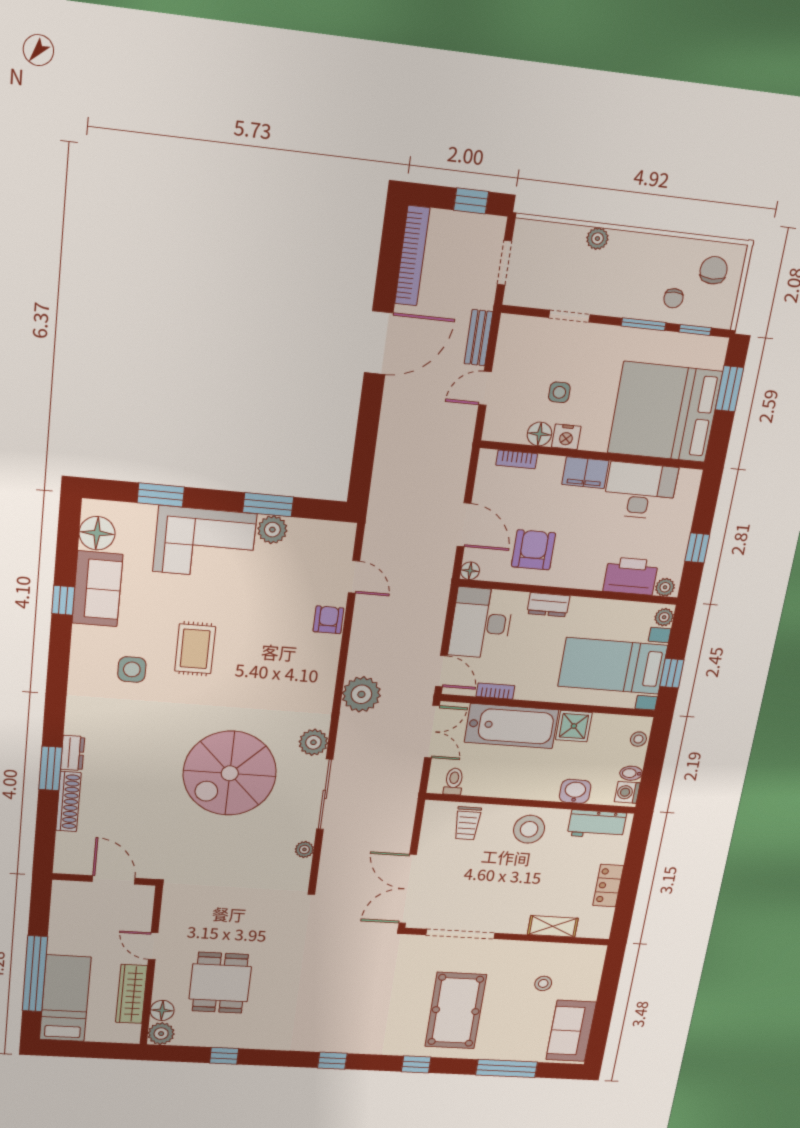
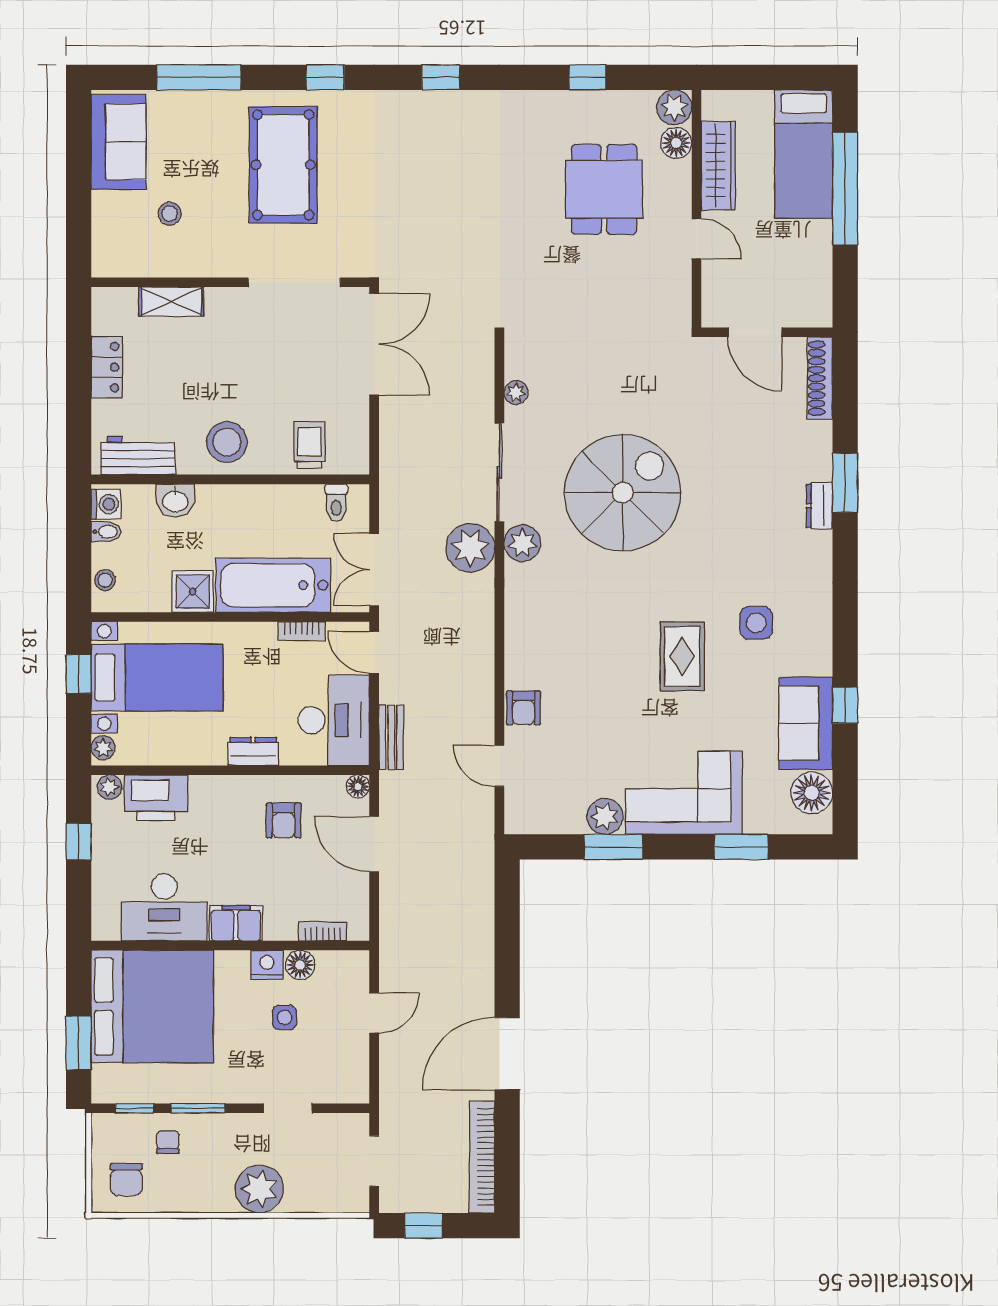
plant: (597, 239) -> (259, 1189), width x1.87, depth x1.87
bench: (479, 338) -> (391, 737), moved
armchair: (533, 550) -> (284, 820), width x0.72, depth x0.72
plant: (361, 694) -> (470, 548), moved
shoe rack: (68, 802) -> (820, 378), moved

